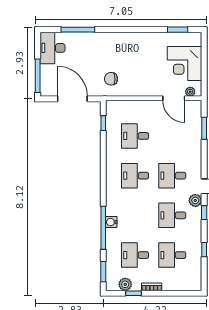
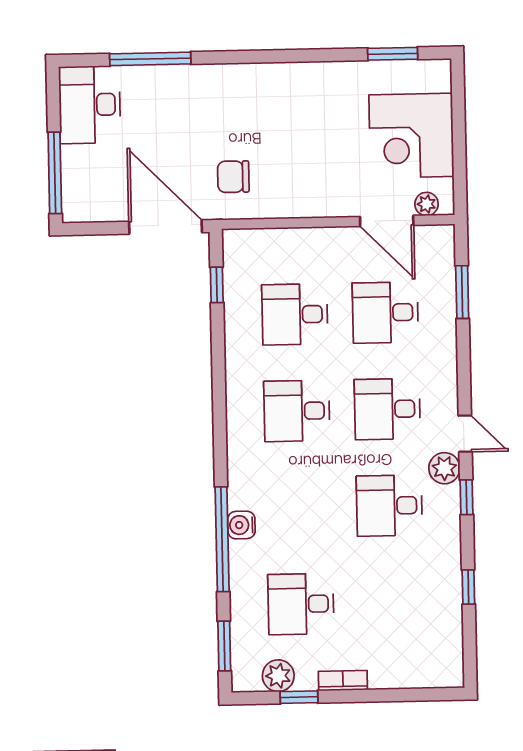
door: (72, 99) -> (166, 227), moved
desk: (172, 255) -> (385, 313), moved

